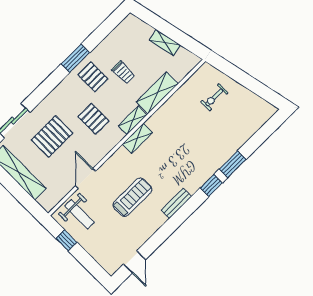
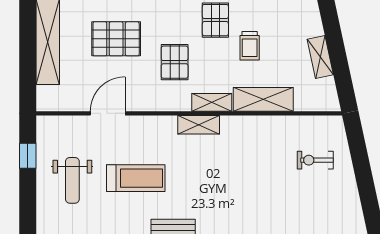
weight bench: (80, 214) -> (72, 180), moved

